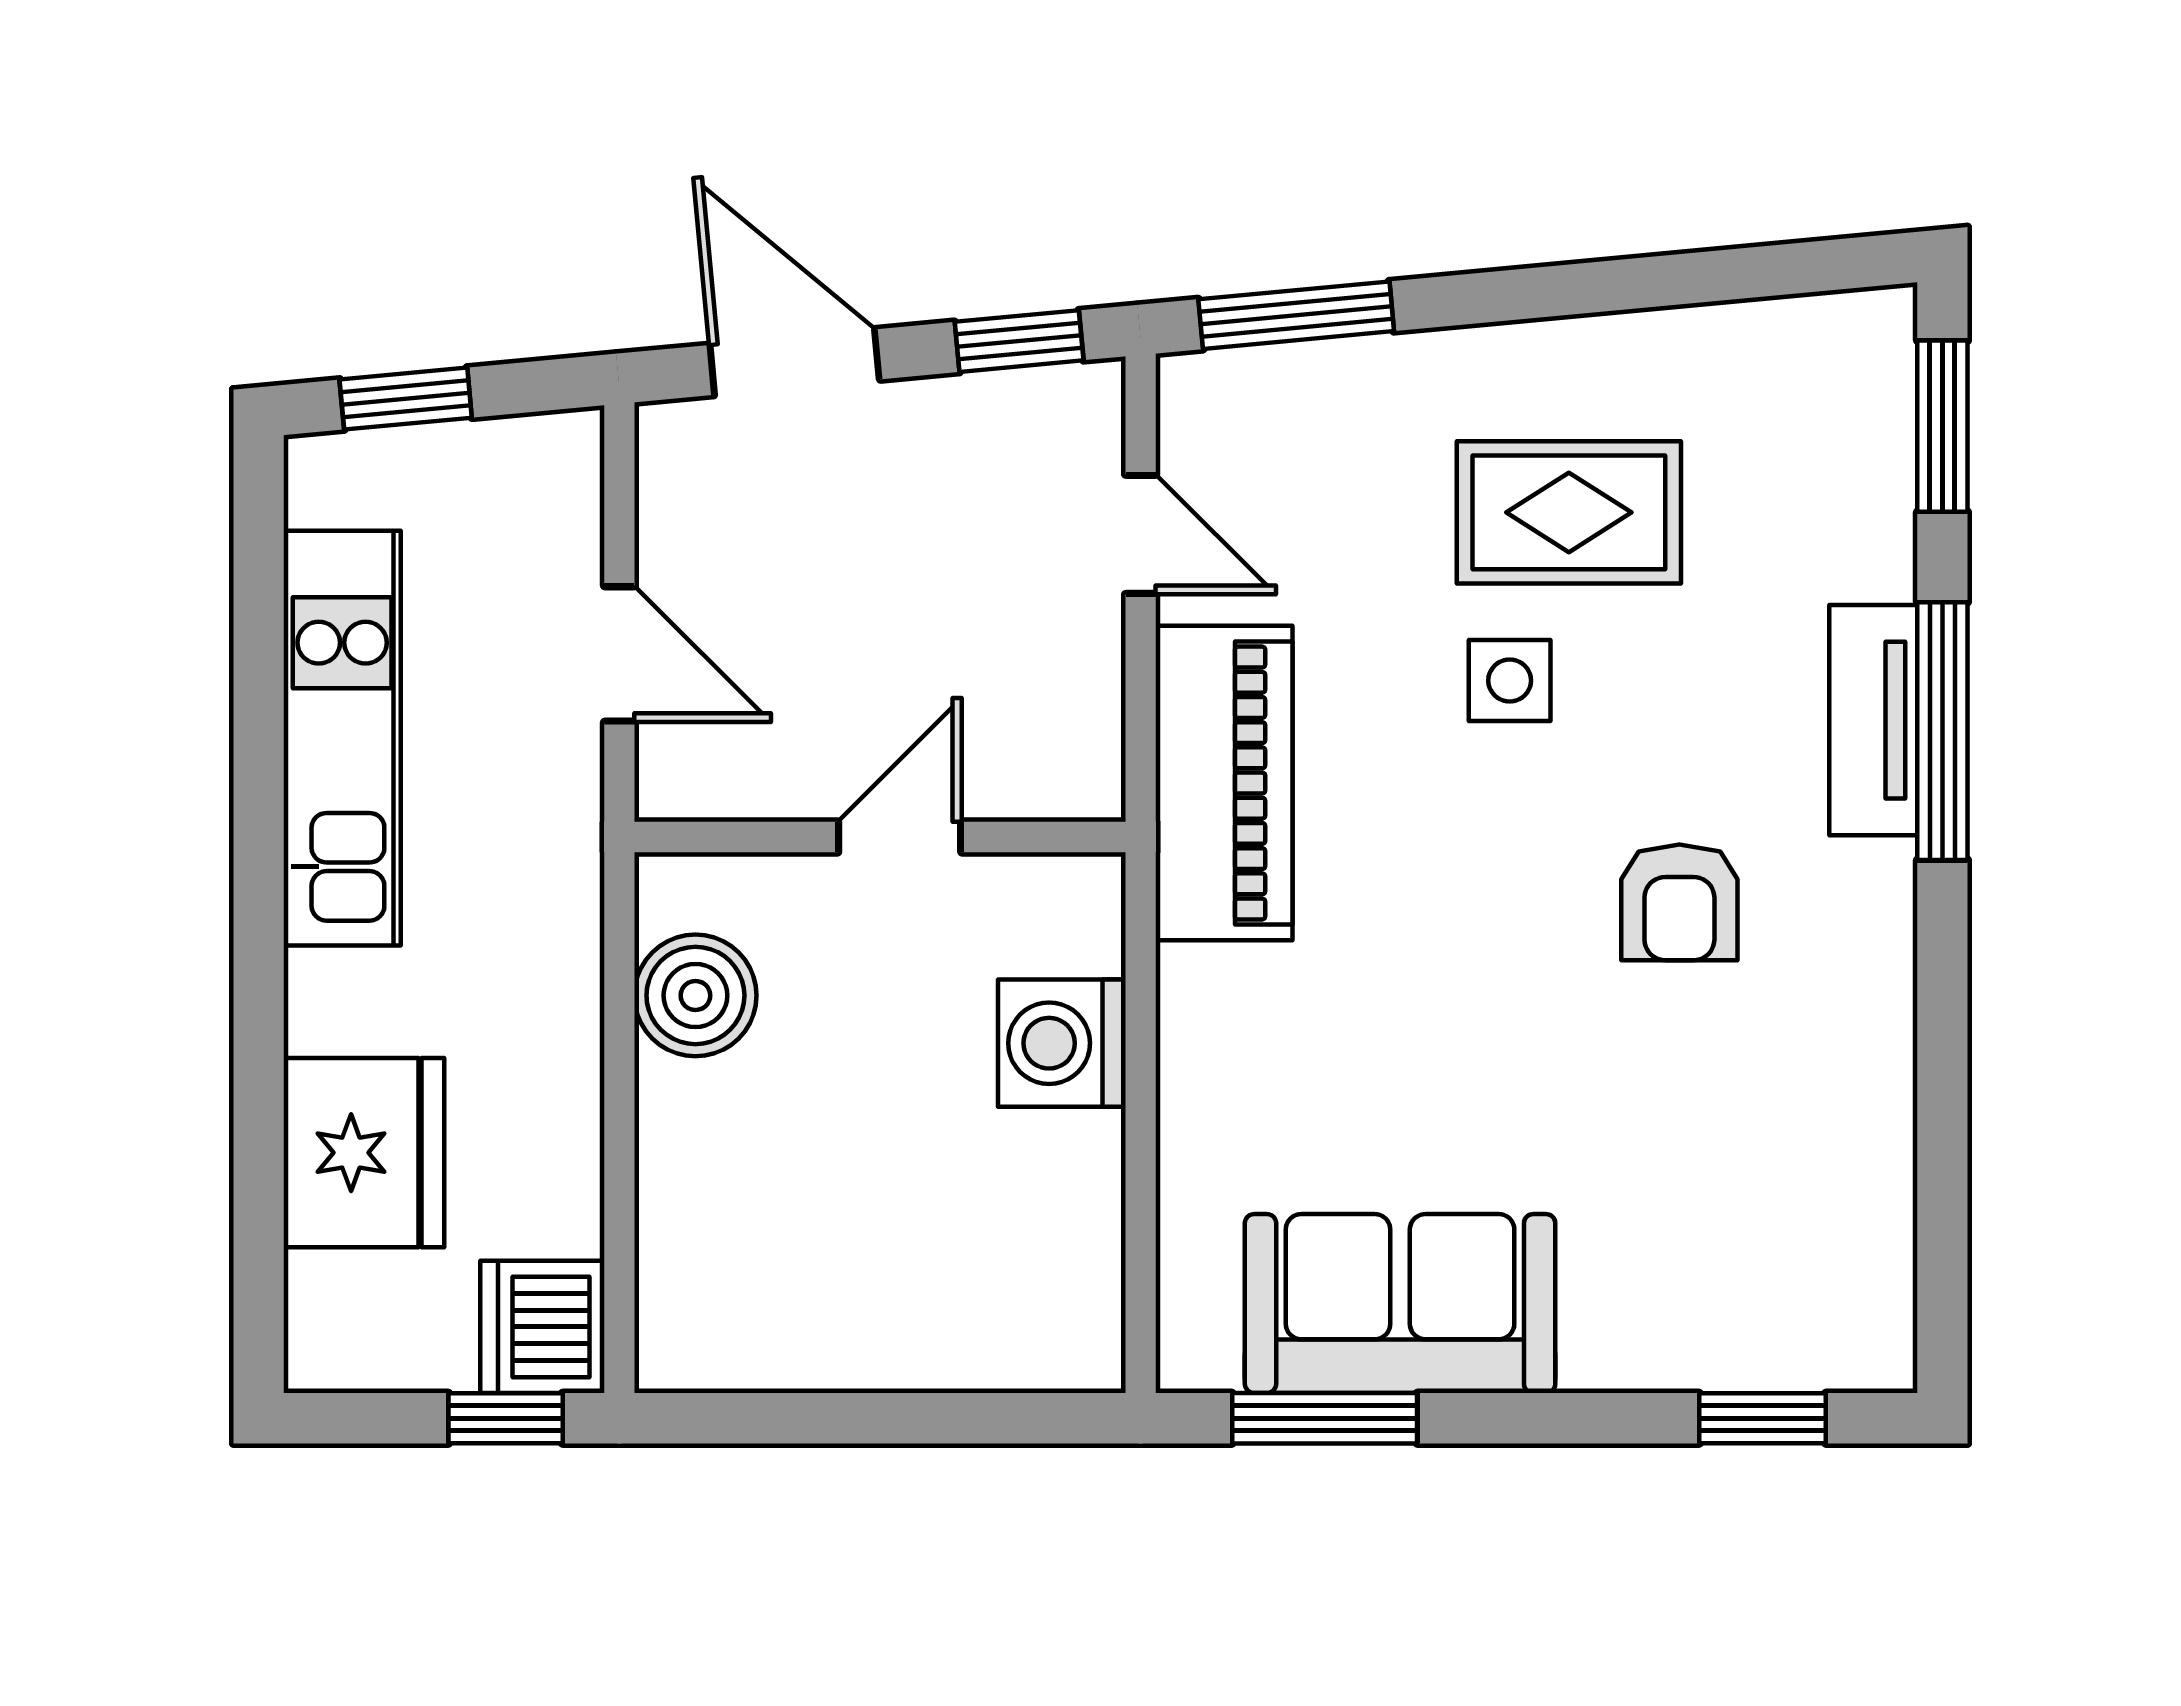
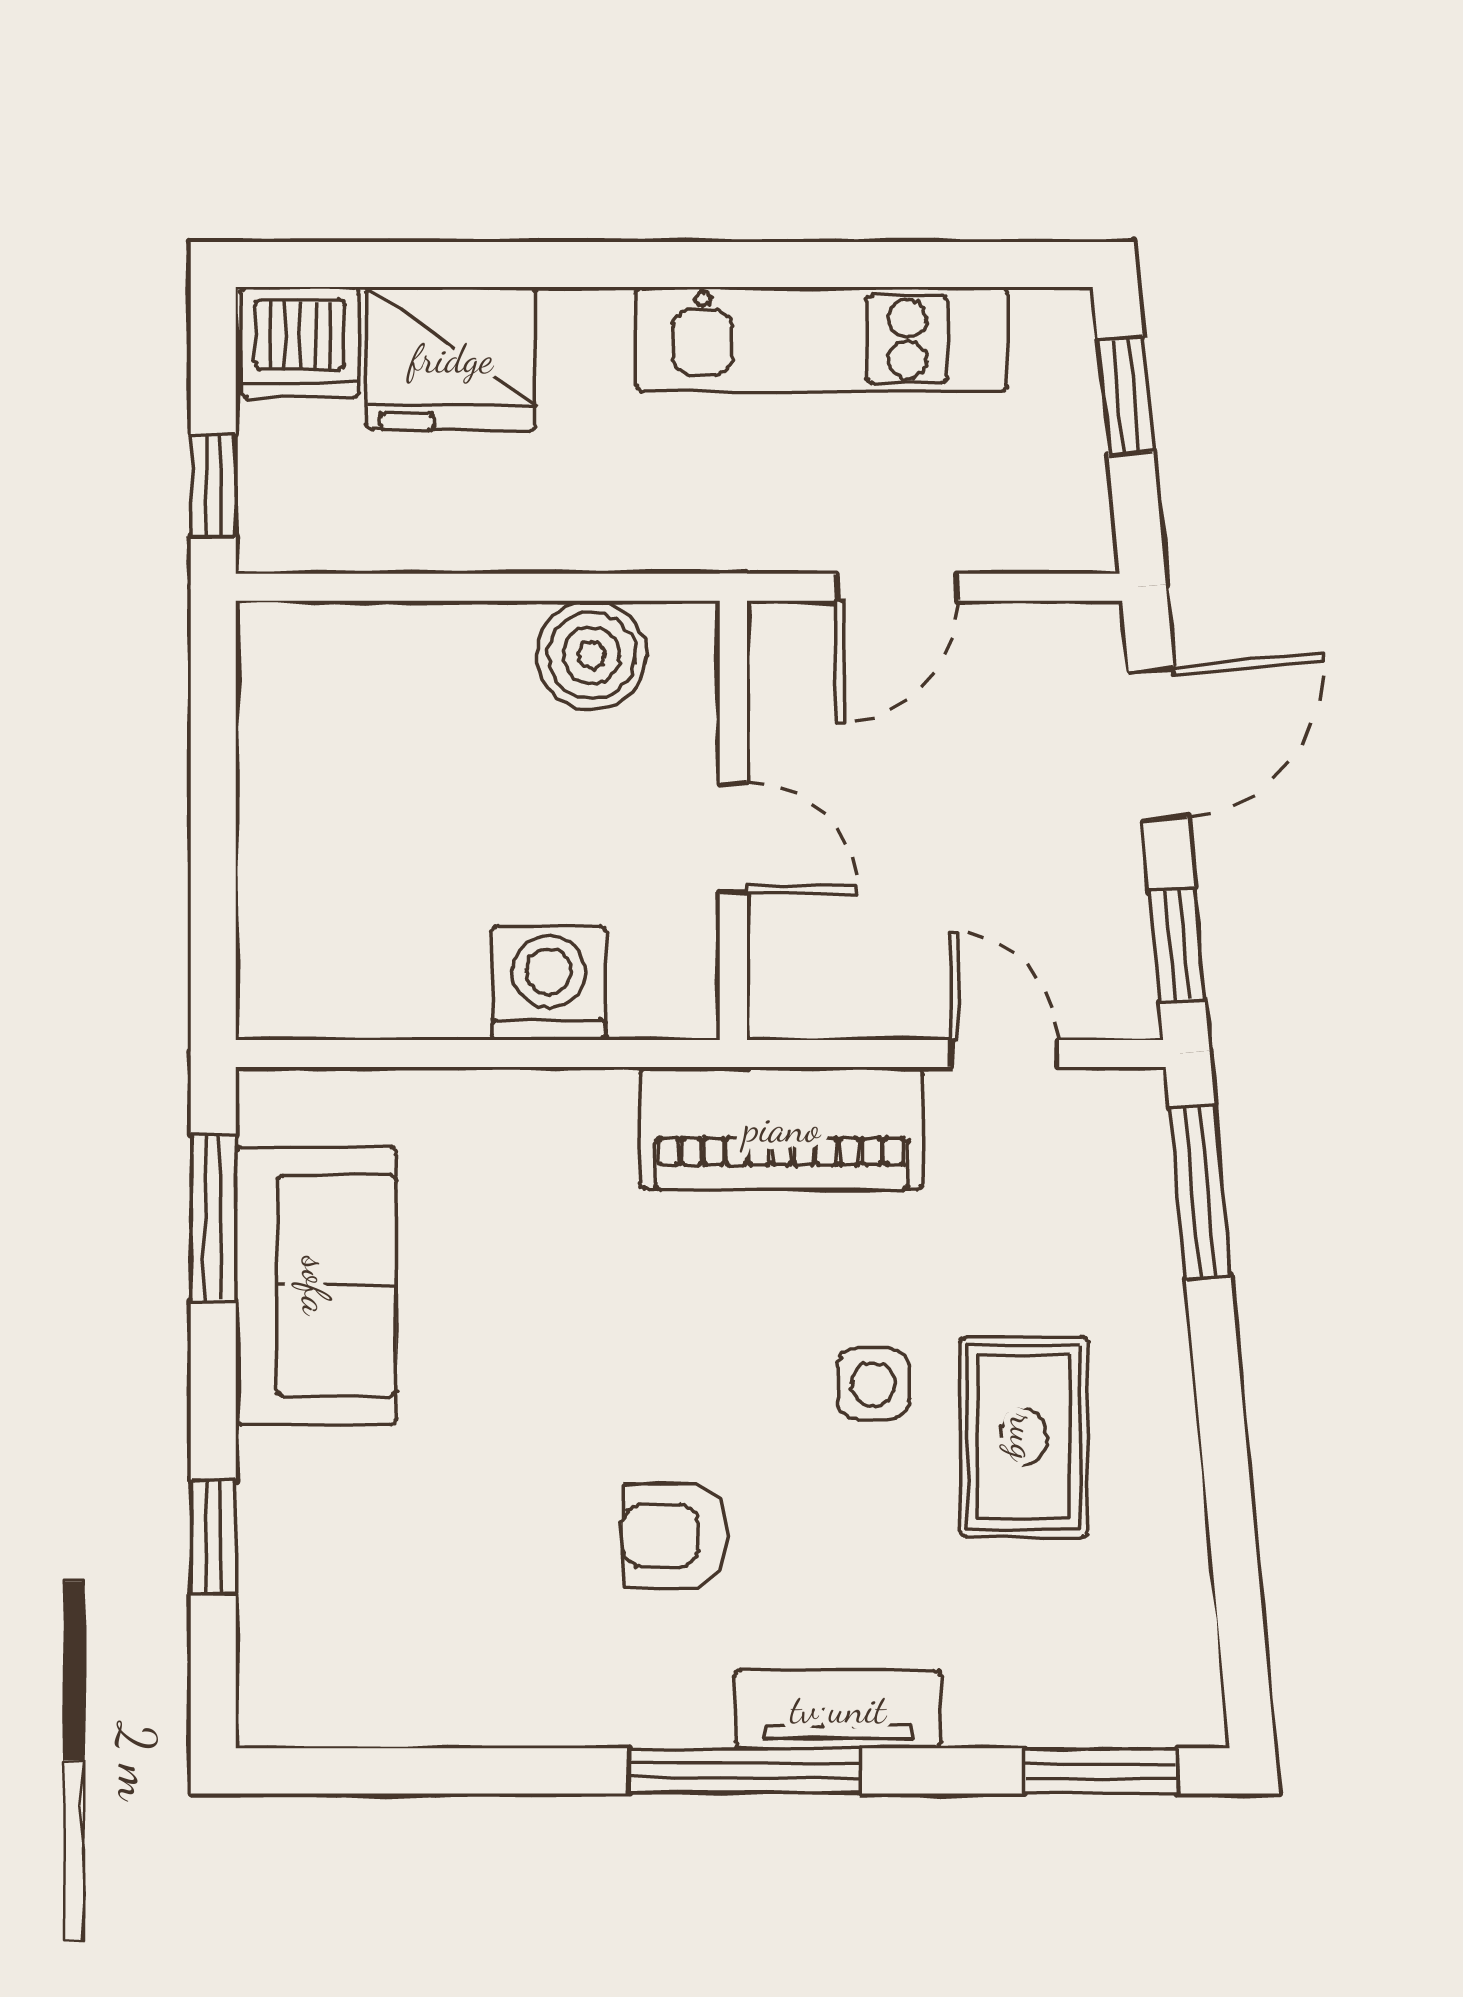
door: (1141, 534) -> (1004, 1054), swing flipped
window: (1942, 731) -> (745, 1771), moved
dishwasher: (542, 1327) -> (300, 342), moved, turned 180
window: (1762, 1418) -> (213, 1537), moved

